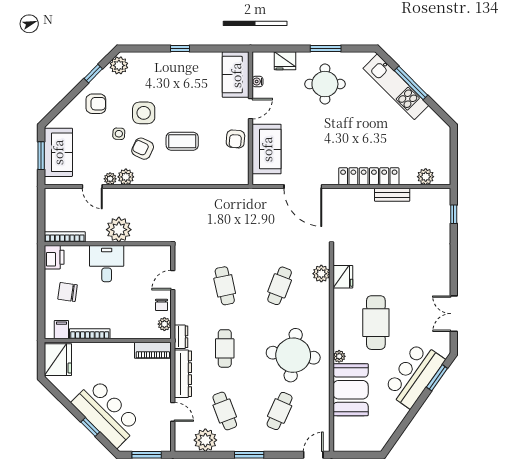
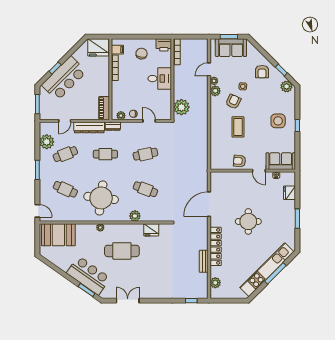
round table: (325, 84) -> (248, 221), moved
kitchen unit: (396, 87) -> (267, 270), width x1.36
side table: (144, 113) -> (278, 121), moved
sofa: (267, 149) -> (233, 181), removed
plant: (119, 230) -> (181, 107), moved
plant: (321, 274) -> (135, 216), moved
booth: (351, 390) -> (58, 235), moved

